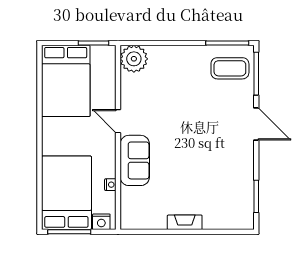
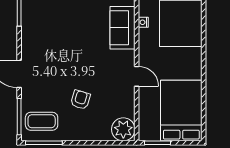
armchair: (184, 94) -> (80, 100), added
sofa: (135, 160) -> (123, 28), moved

